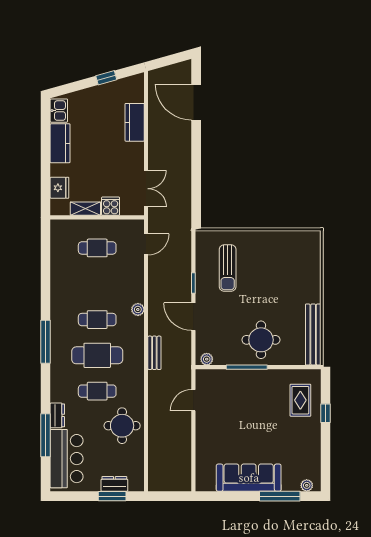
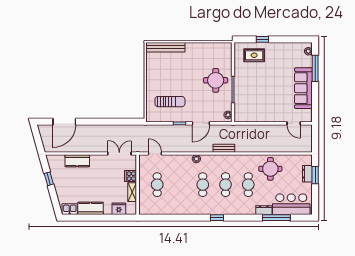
bench: (313, 335) -> (165, 47), moved
window: (46, 342) -> (217, 218), width x0.46
cafe table: (97, 355) -> (226, 185), width x0.73, depth x0.74
door: (193, 400) -> (294, 123), moved

